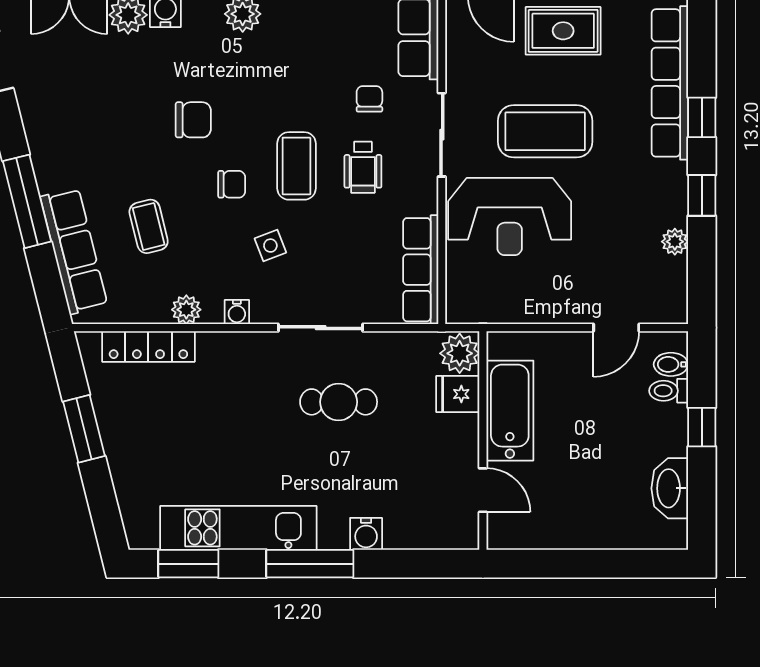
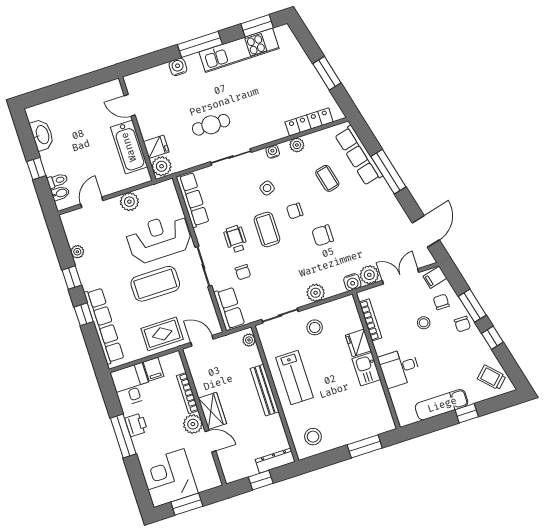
plant: (544, 305) -> (129, 202), added

